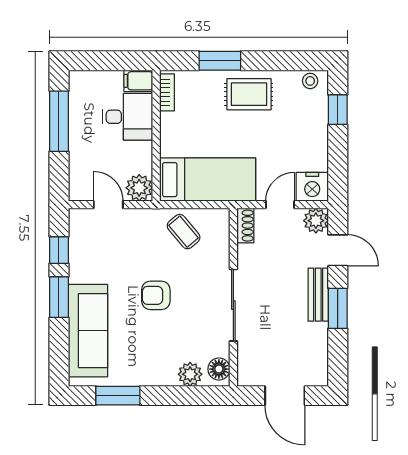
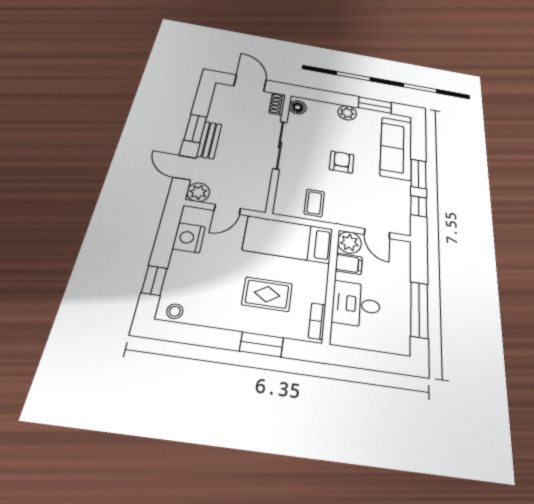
filing cabinet: (138, 81) -> (349, 264), moved
rug: (249, 94) -> (267, 294), moved
nightstand: (312, 187) -> (189, 238), moved, turned -90
shoe rack: (245, 226) -> (277, 104), moved
coffee table: (184, 232) -> (314, 203), turned 40
armchair: (156, 295) -> (342, 162), turned -90
plant: (190, 374) -> (347, 113), moved

